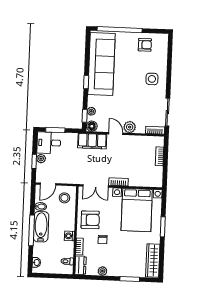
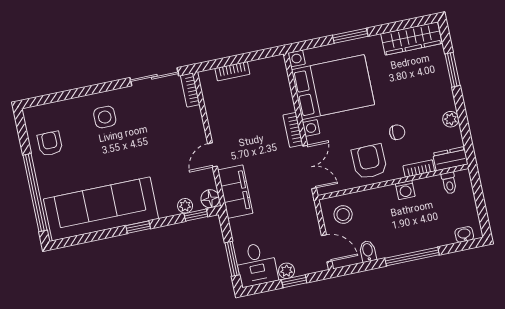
plant: (130, 127) -> (196, 134), removed
bathtub: (41, 227) -> (402, 242), removed

